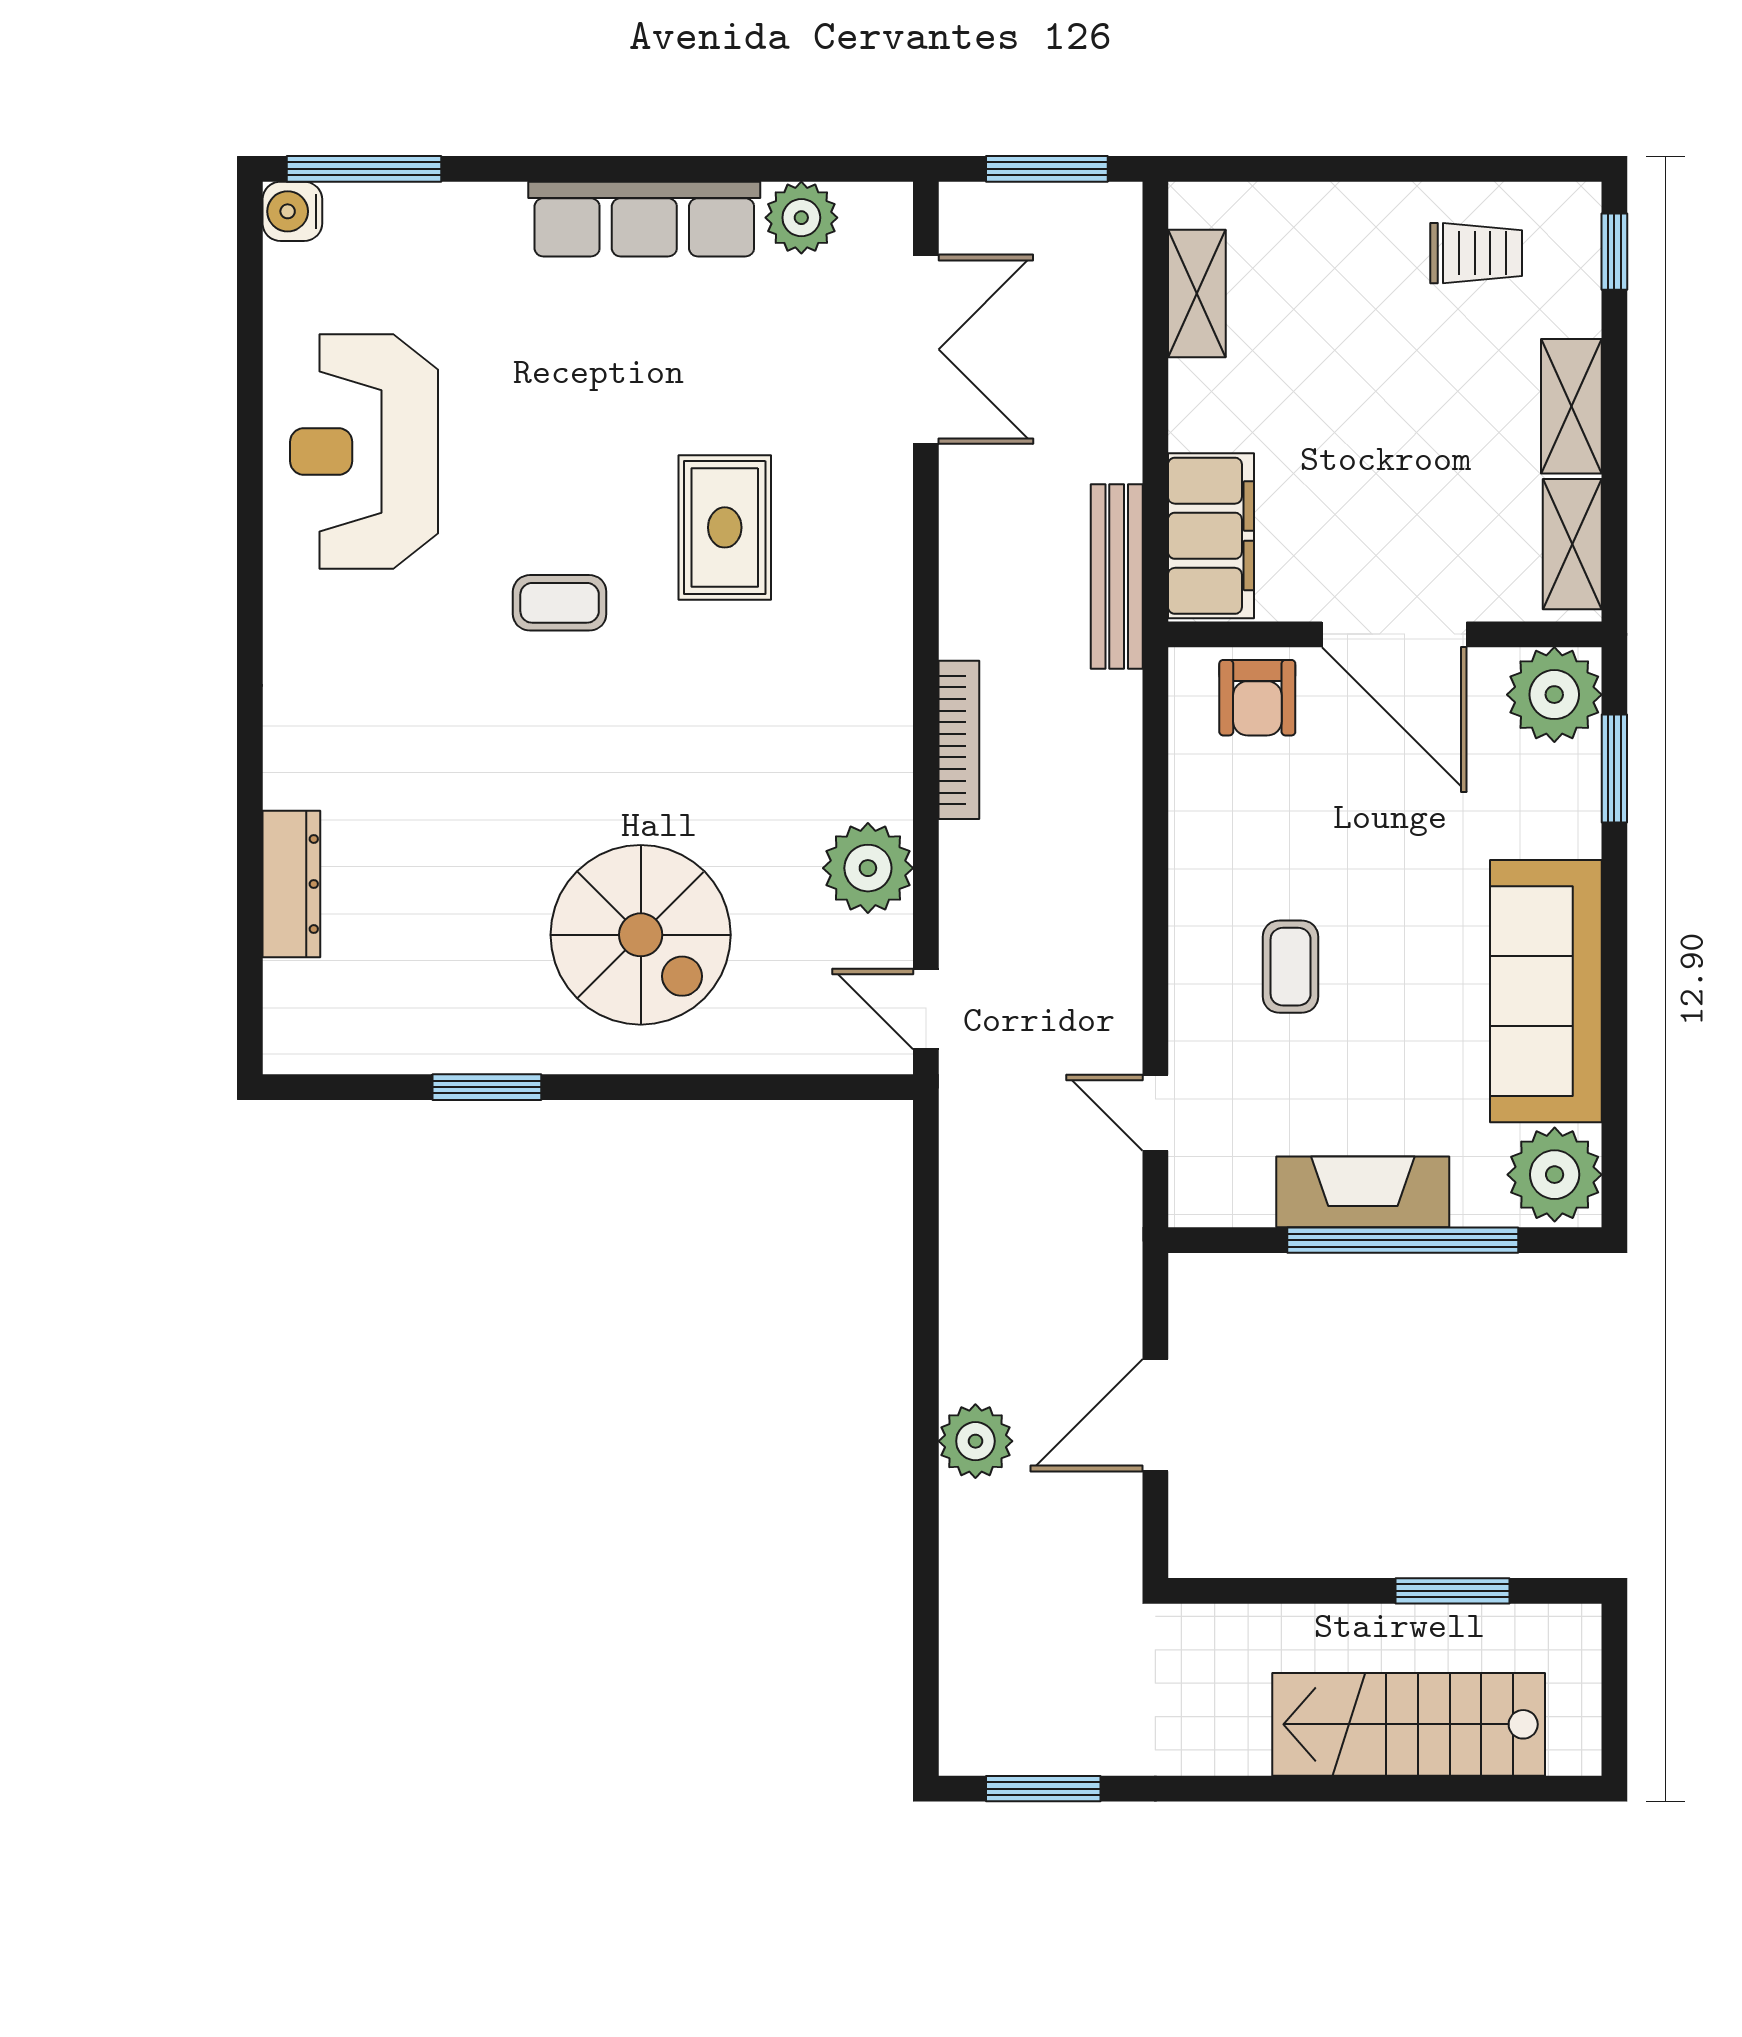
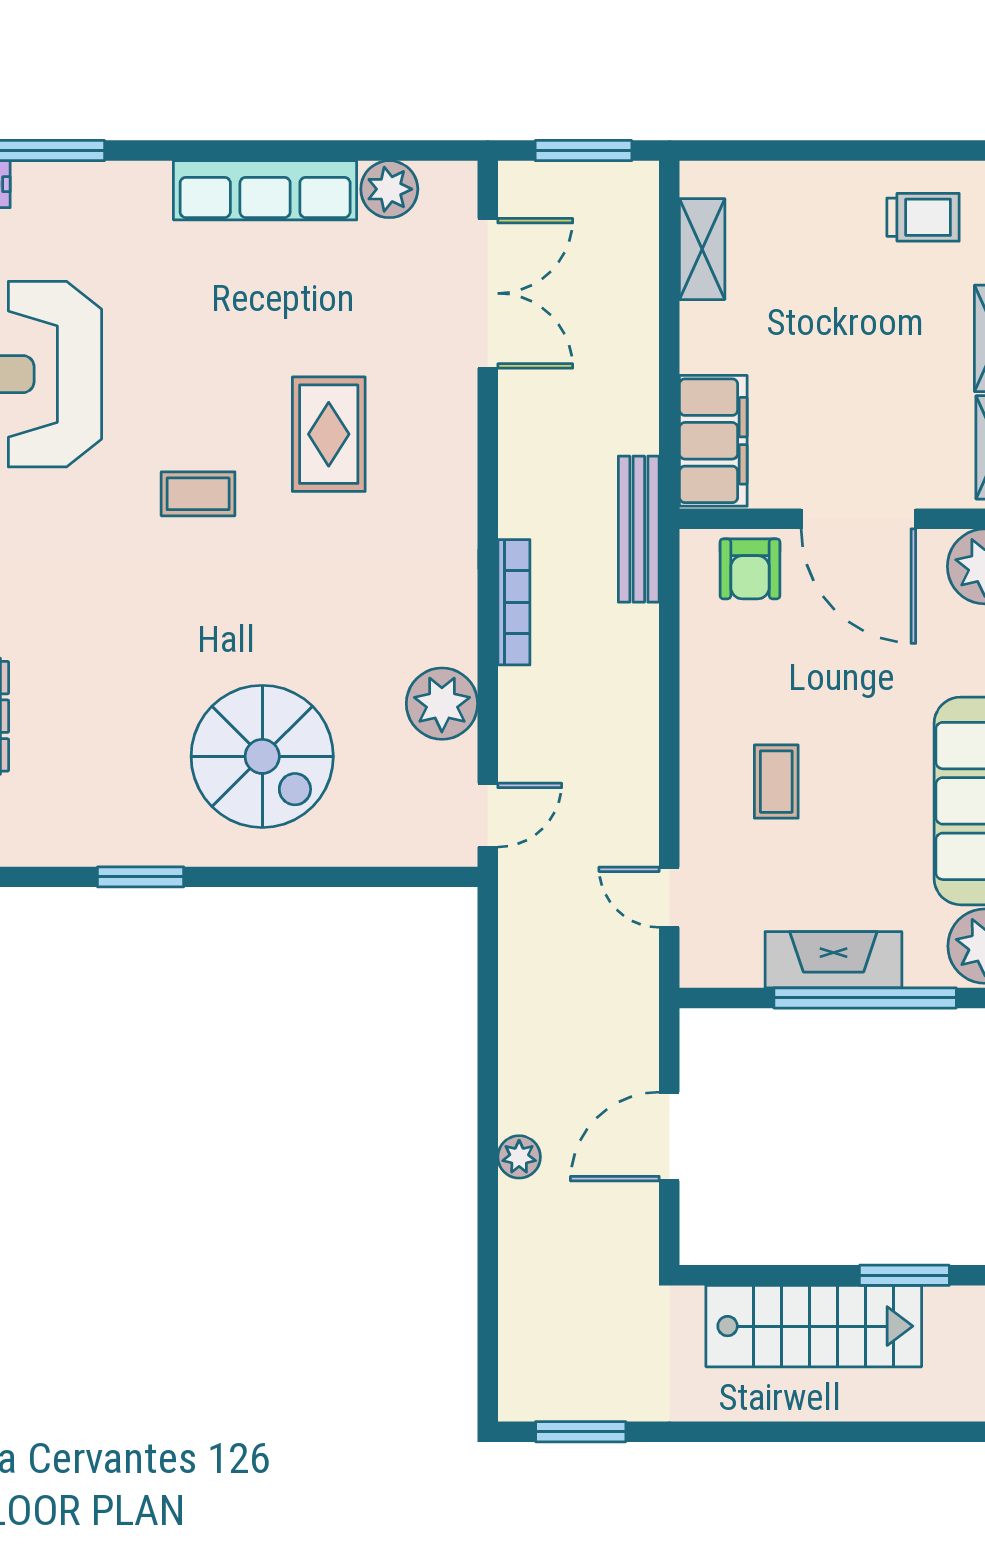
bench: (1117, 576) -> (639, 529), moved
door: (926, 1009) -> (488, 815), swing flipped
plant: (975, 1441) -> (519, 1157), width x0.73, depth x0.73
stairs: (1409, 1724) -> (814, 1326), moved, turned 180

